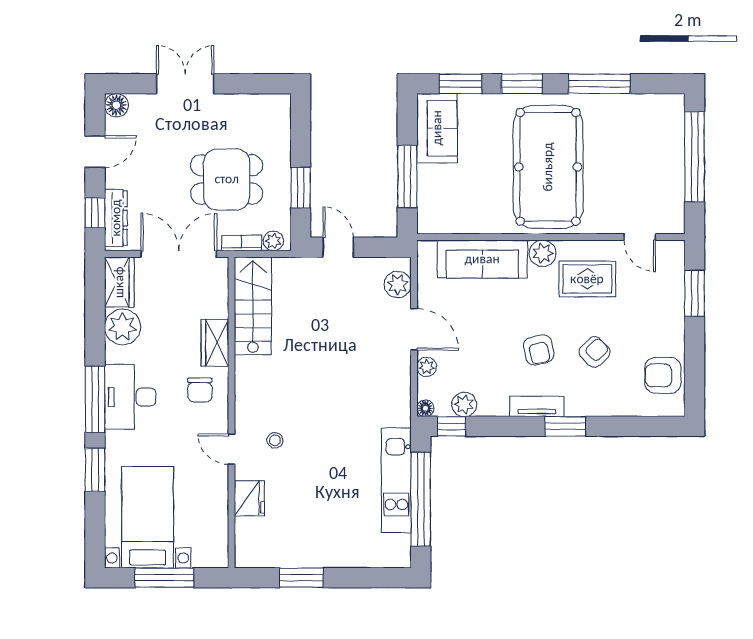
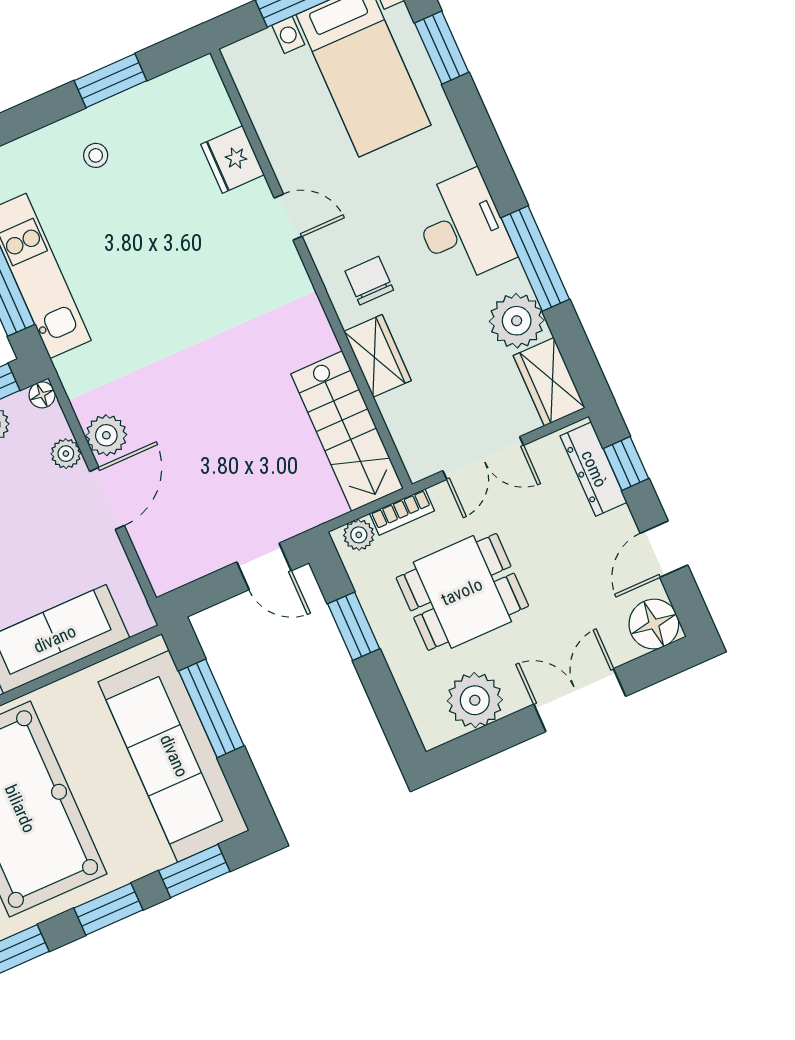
double door: (185, 84) -> (580, 700), swing flipped
floor lamp: (116, 105) -> (654, 624), width x1.38, depth x1.38
plant: (248, 112) -> (475, 700), added
sofa: (437, 128) -> (174, 756), width x1.85, depth x1.27
double door: (179, 254) -> (483, 458), width x0.73
plant: (398, 284) -> (106, 435), moved
door: (414, 329) -> (107, 498), swing flipped
window: (95, 399) -> (535, 259), moved
stool: (275, 440) -> (96, 155), moved
window: (95, 470) -> (442, 48), moved

